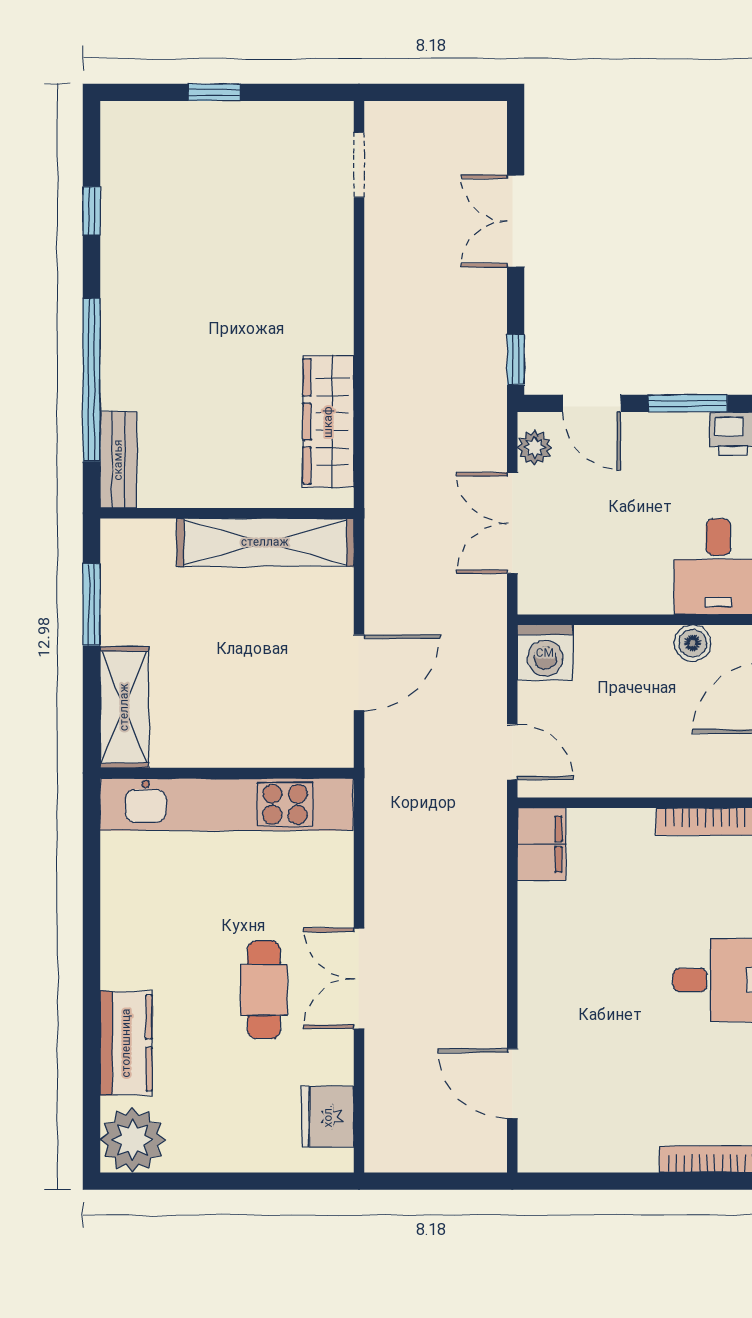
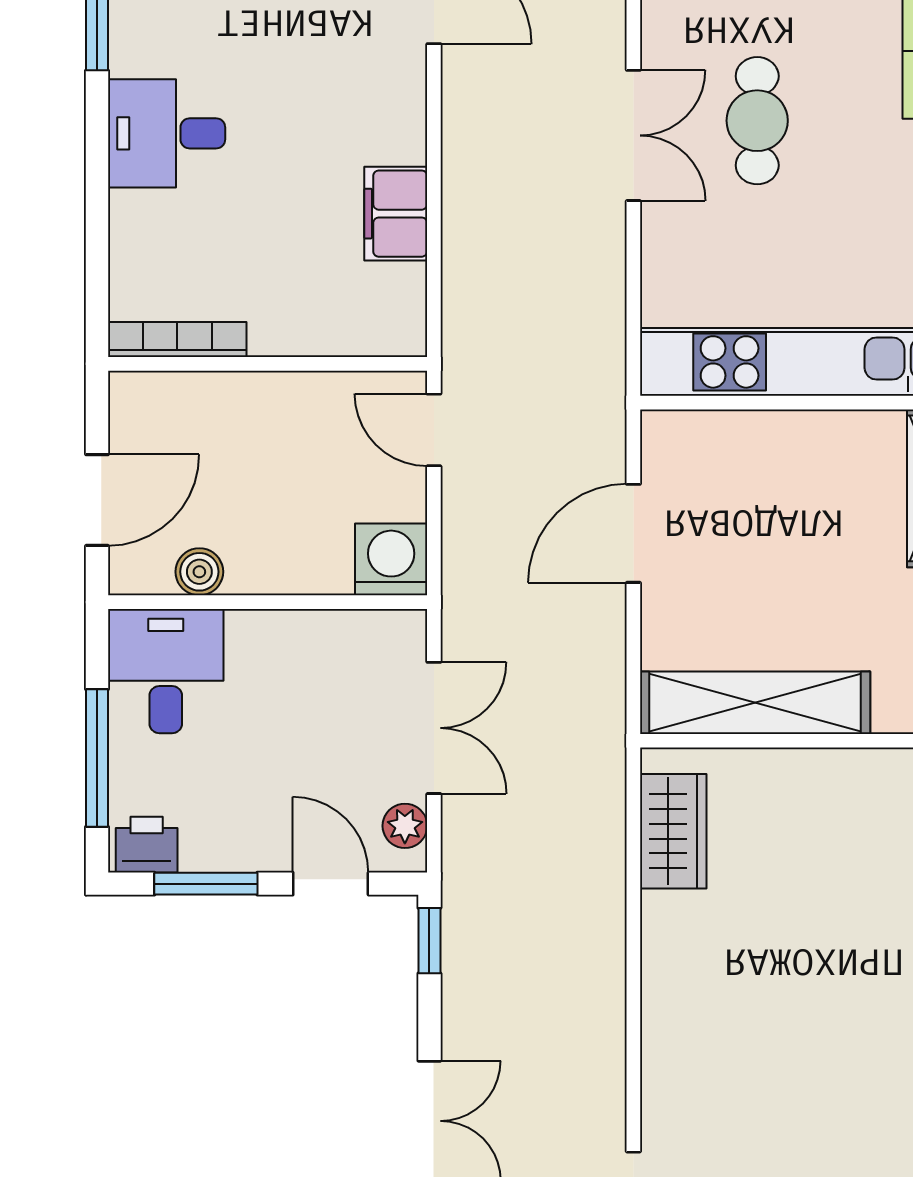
wardrobe: (328, 422) -> (673, 831), width x0.67
filing cabinet: (542, 844) -> (396, 214), moved

